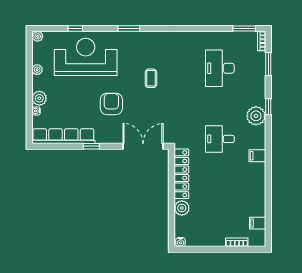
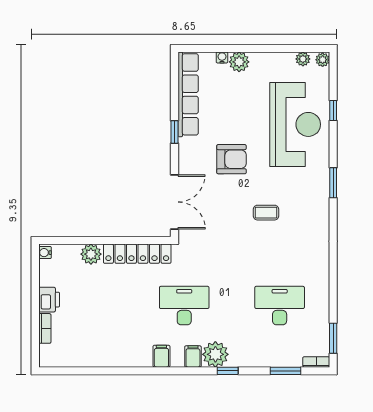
plant: (37, 70) -> (303, 59), moved
desk: (220, 139) -> (184, 306), width x1.37
filing cabinet: (258, 223) -> (193, 356), moved
printer: (215, 239) -> (49, 300), added

